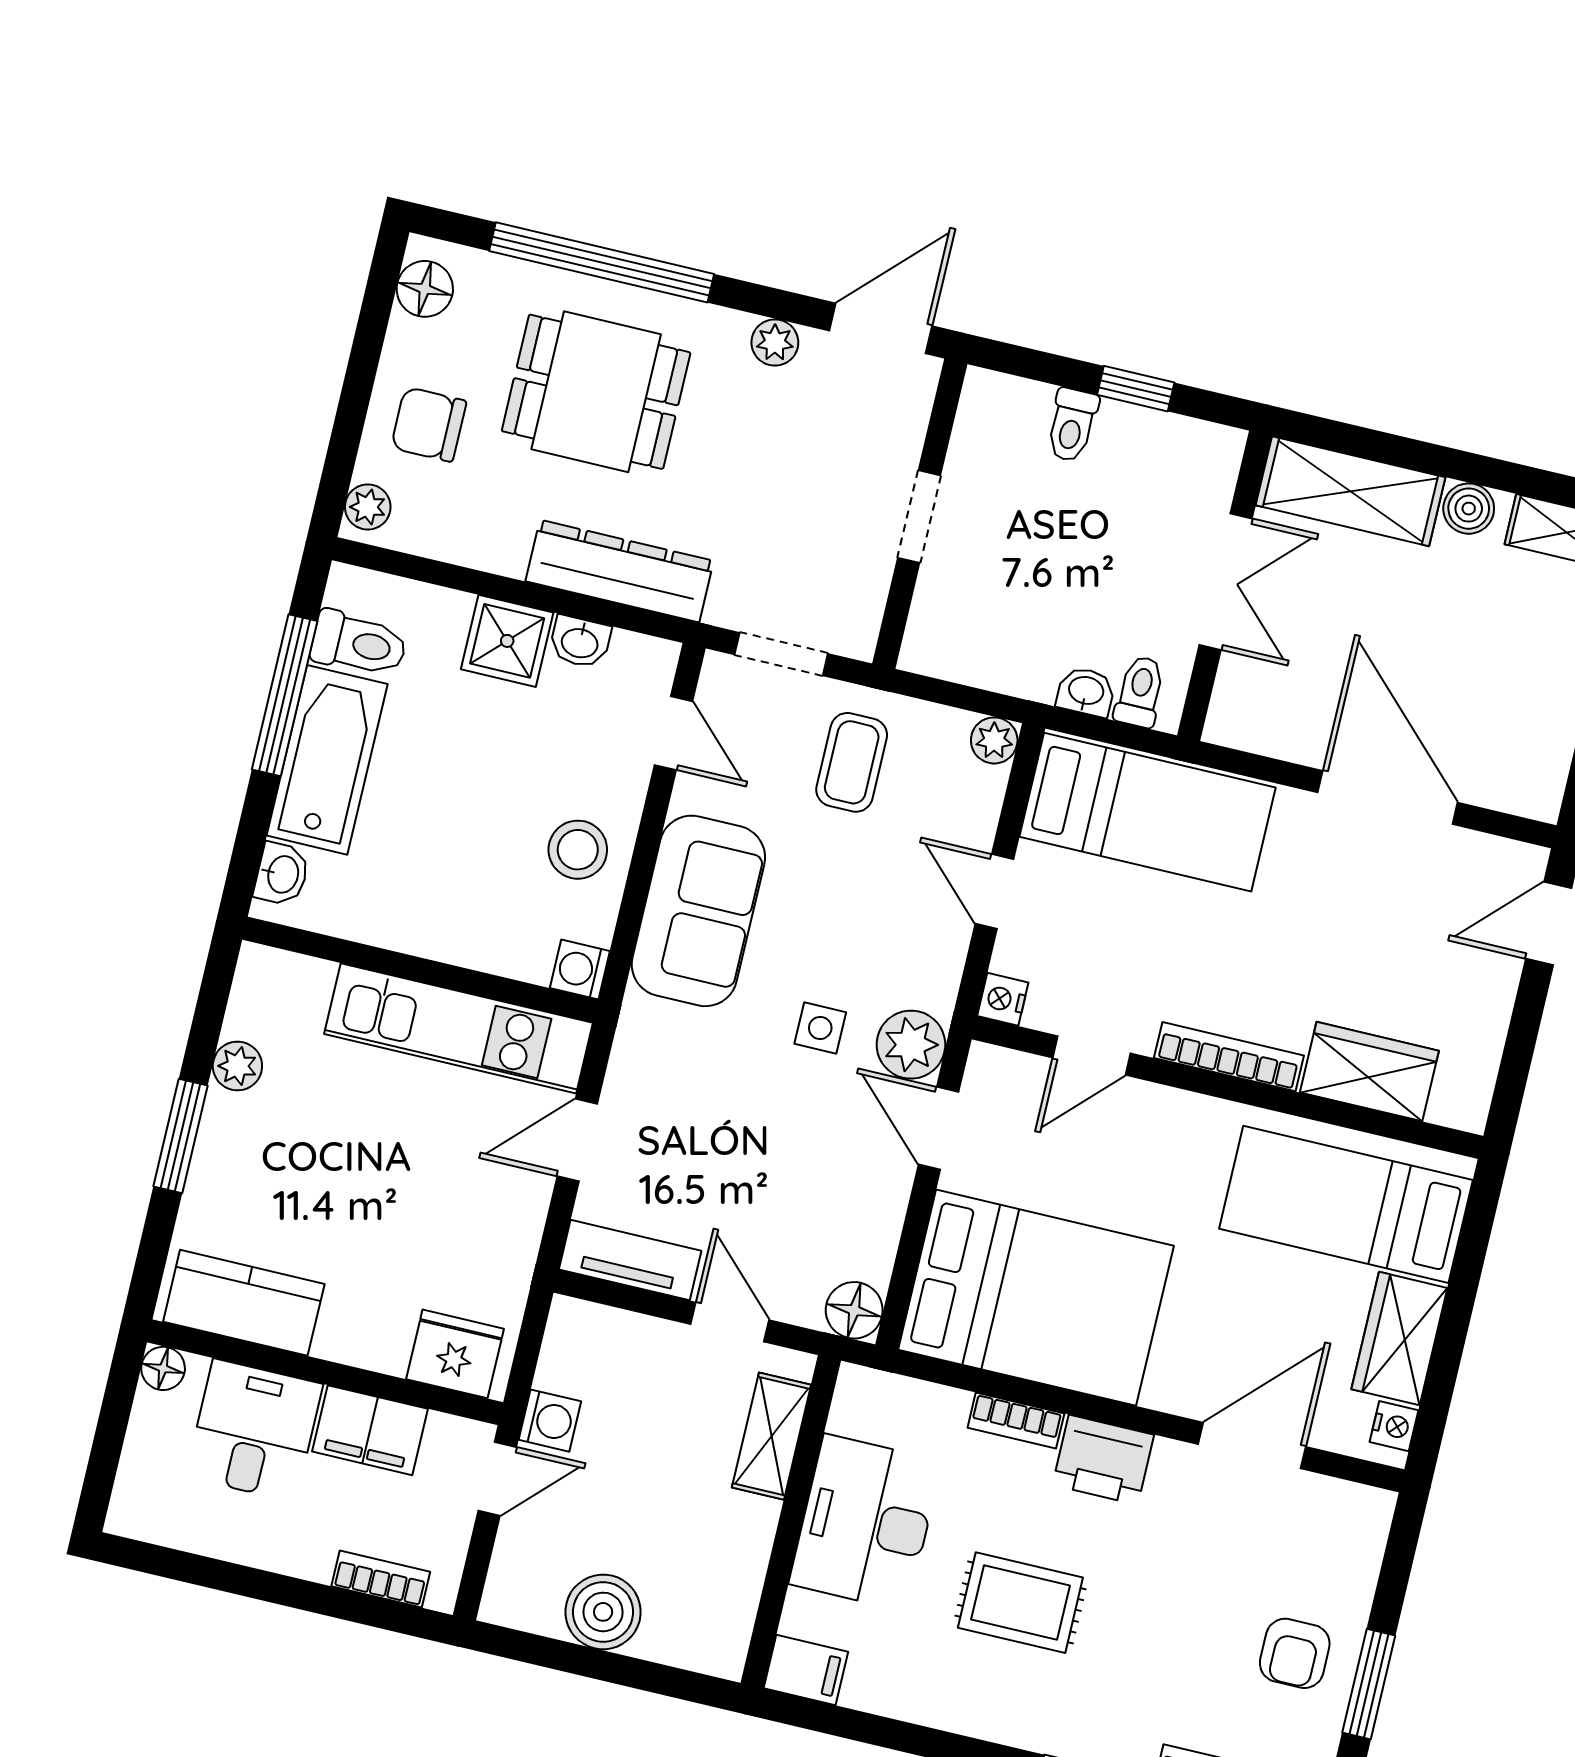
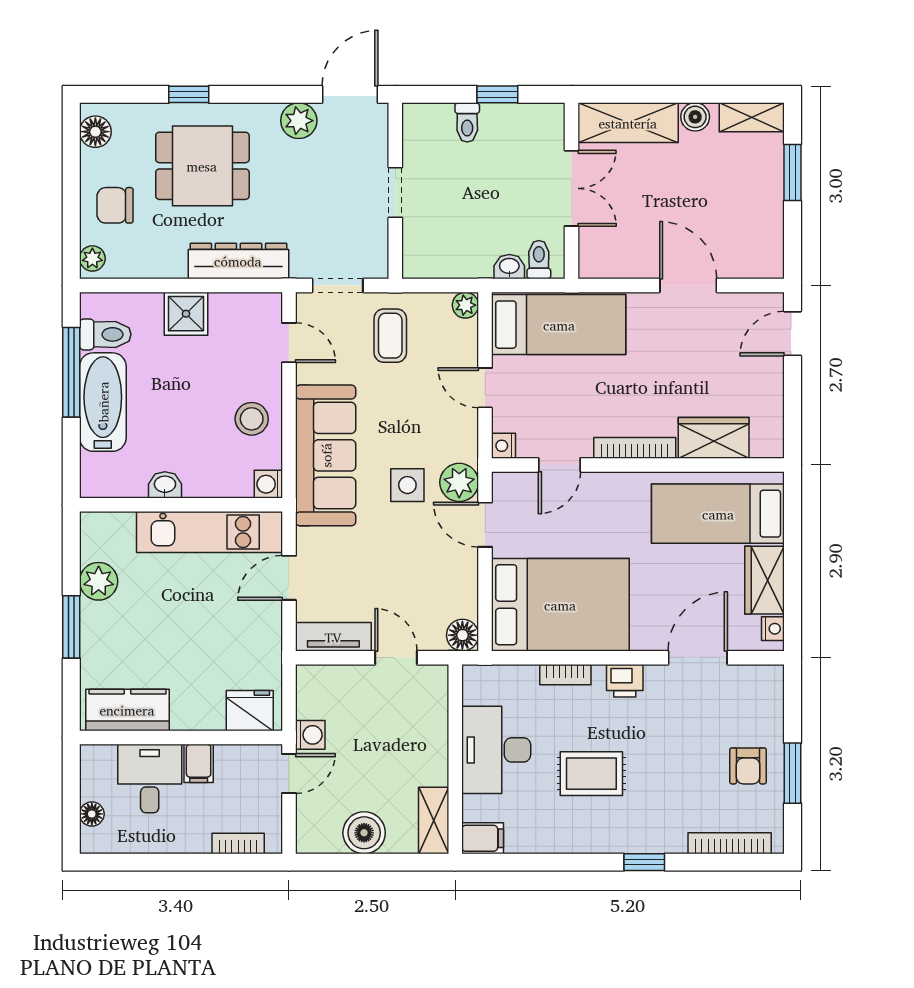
window: (602, 262) -> (189, 94), width x0.32
plant: (775, 342) -> (299, 121), width x1.38, depth x1.38
washbasin: (580, 642) -> (226, 305), removed
door: (1388, 797) -> (688, 285), width x0.73
washbasin: (282, 874) -> (165, 485), moved, turned -90
sofa: (698, 911) -> (326, 455), width x1.36
side table: (820, 1028) -> (407, 485), width x1.37, depth x1.37
plant: (237, 1066) -> (99, 581), width x1.38, depth x1.38
floor lamp: (163, 1368) -> (92, 814), moved
filing cabinet: (370, 1430) -> (199, 763), width x0.50
shelving: (771, 1436) -> (434, 821), moved
printer: (1103, 1460) -> (625, 681), width x0.73, depth x0.81

